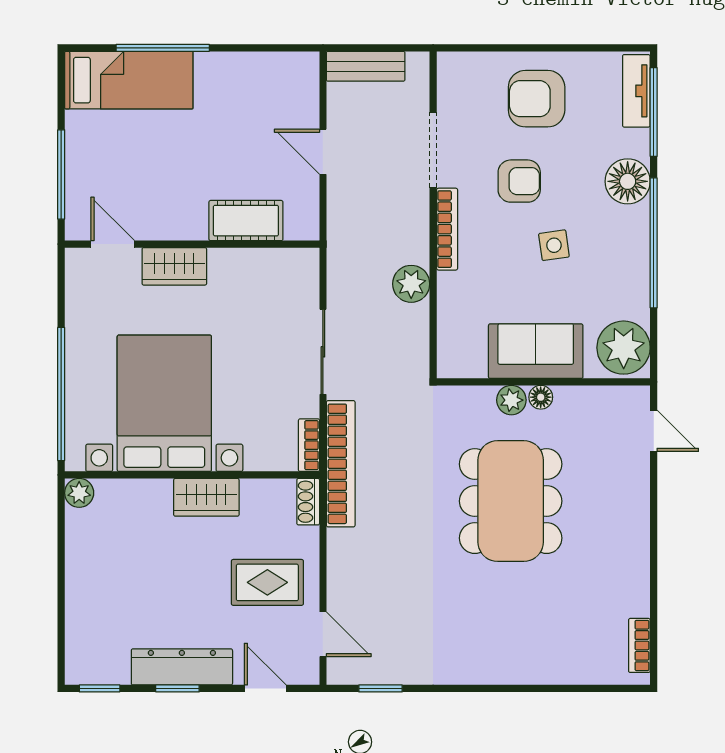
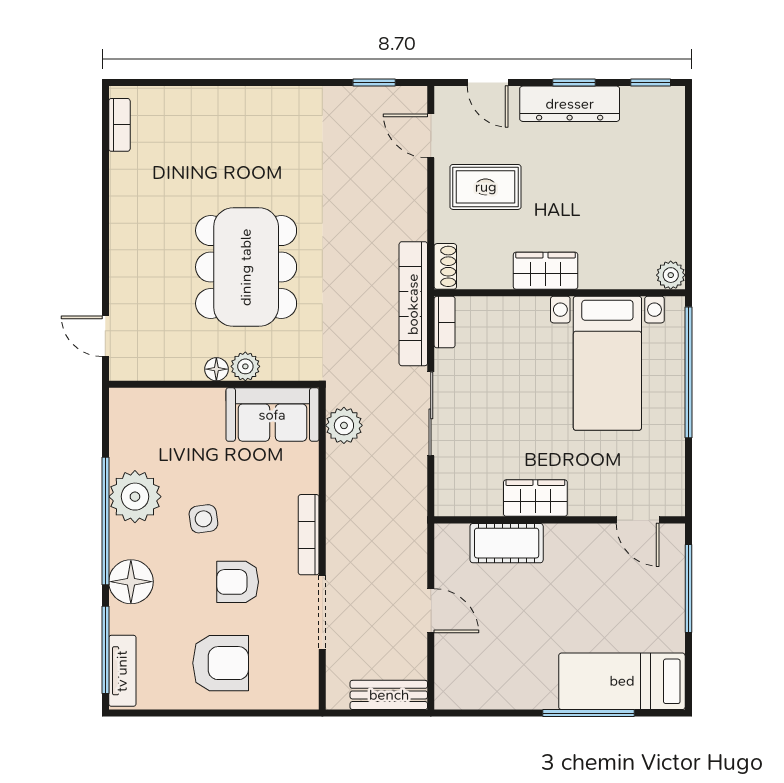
wardrobe: (174, 266) -> (535, 498), moved
plant: (411, 284) -> (344, 425), moved
plant: (624, 348) -> (135, 497), moved
sofa: (536, 351) -> (272, 415), moved
bed with nightstands: (164, 403) -> (607, 363), width x0.73

